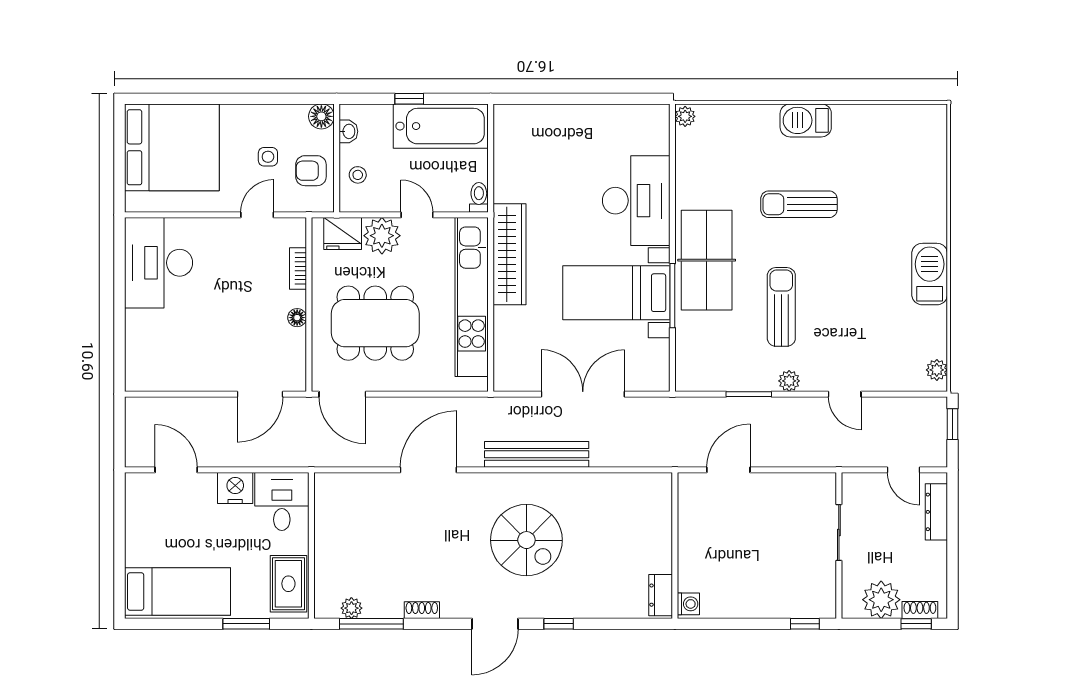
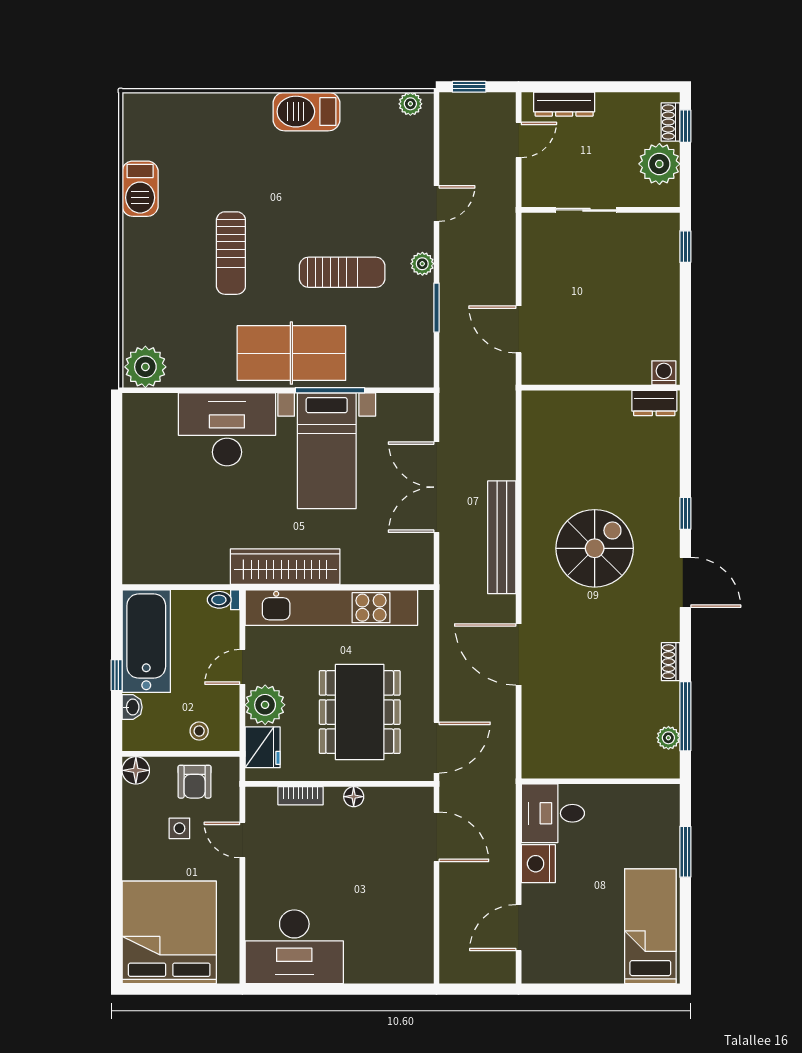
plant: (685, 116) -> (145, 367), width x1.88, depth x1.88
barbecue: (806, 120) -> (140, 189), moved
washbasin: (348, 131) -> (132, 707), moved, turned 90
sun lounger: (781, 307) -> (342, 272), turned 180
rug: (288, 584) -> (642, 806), removed

